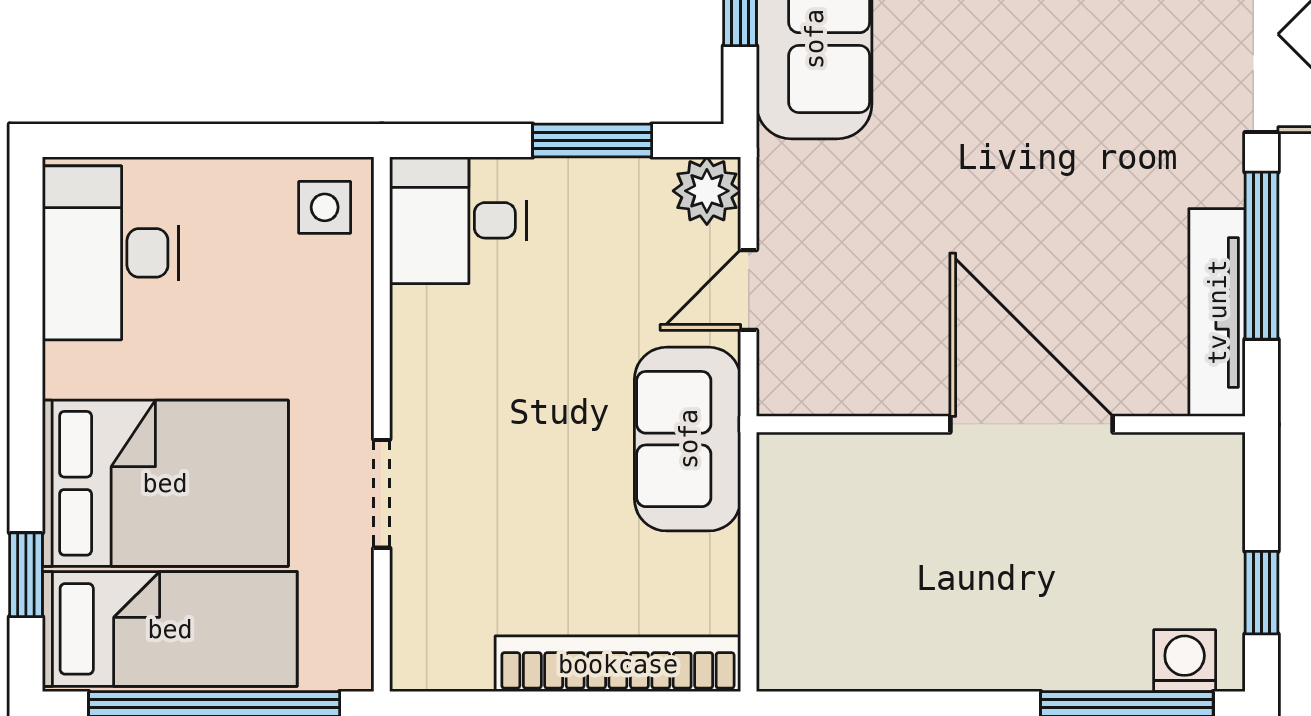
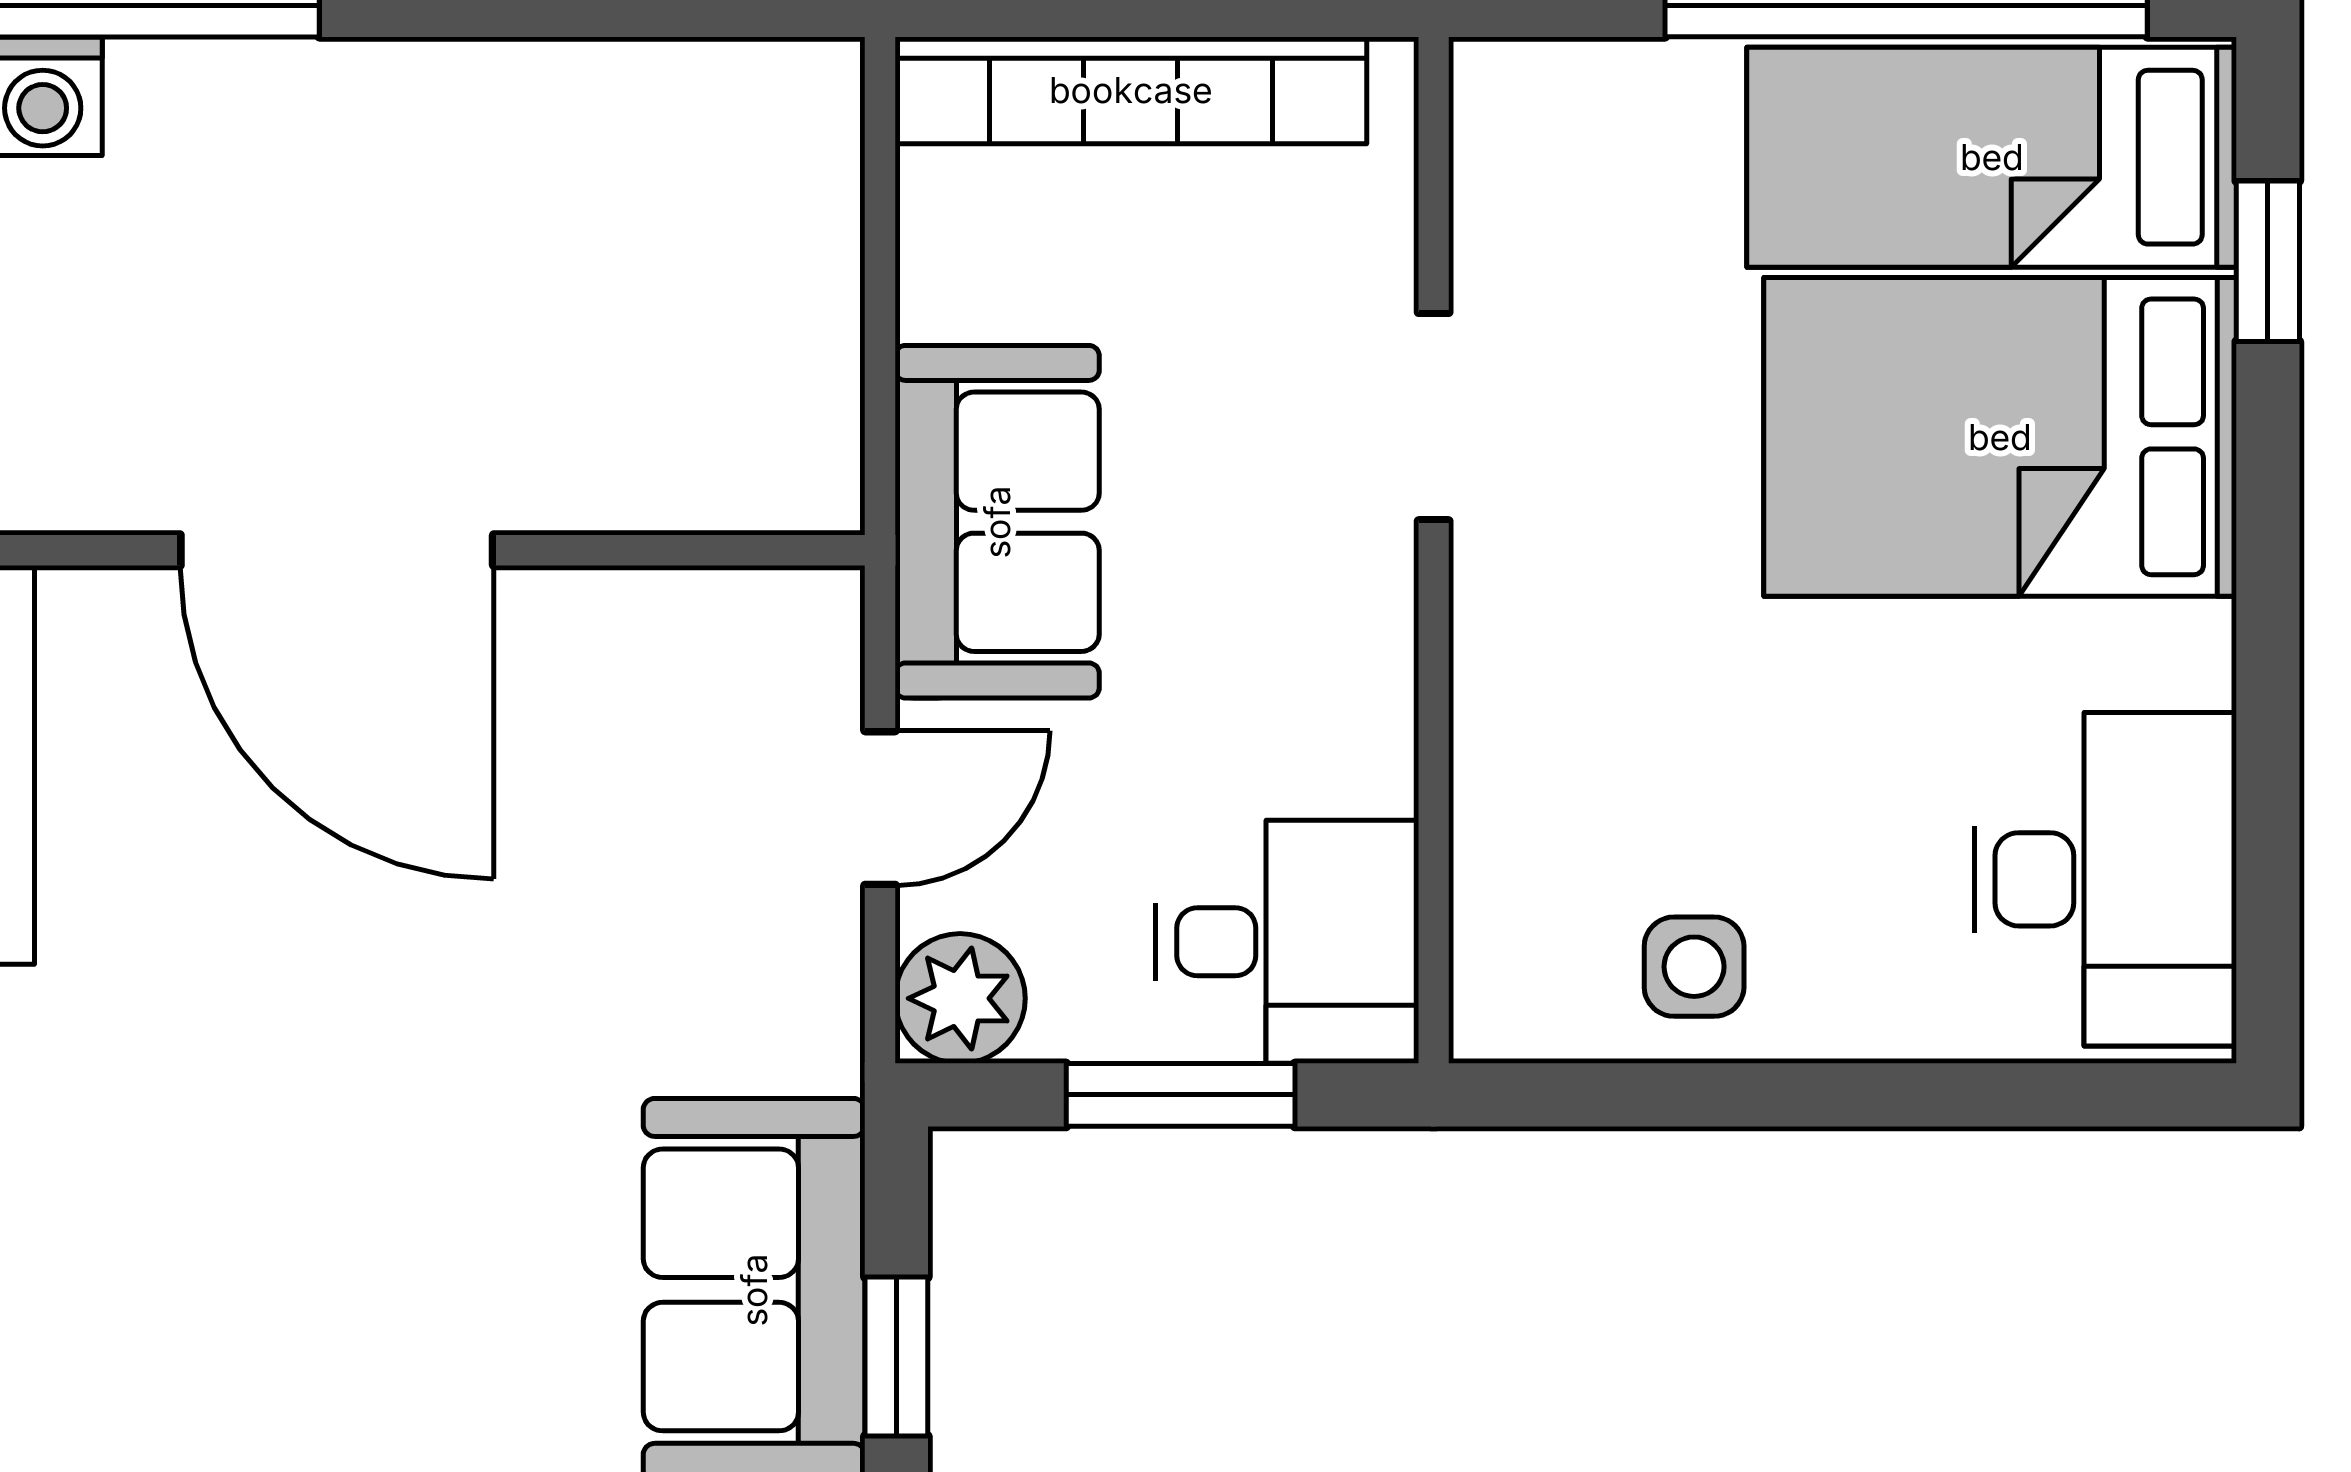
desk: (458, 220) -> (1287, 942), moved
wall: (382, 424) -> (1434, 550), moved
doorway: (382, 494) -> (1434, 417), moved

